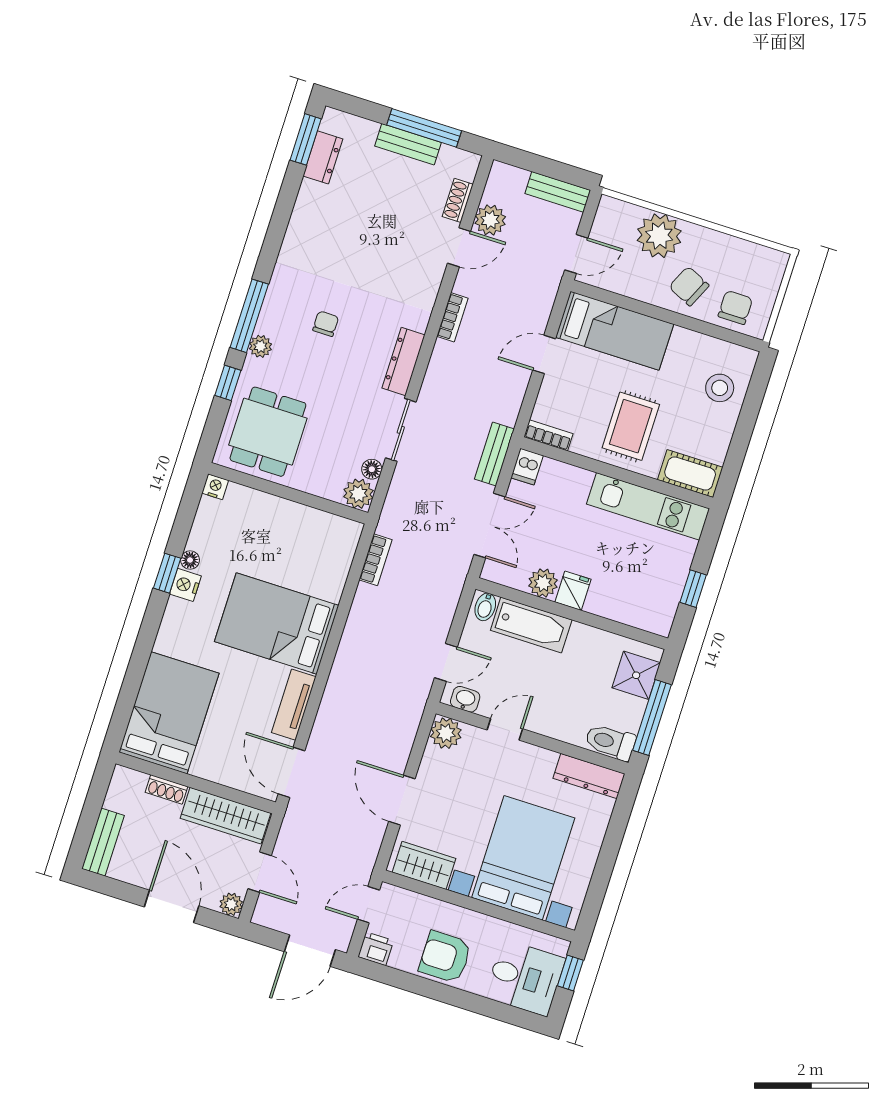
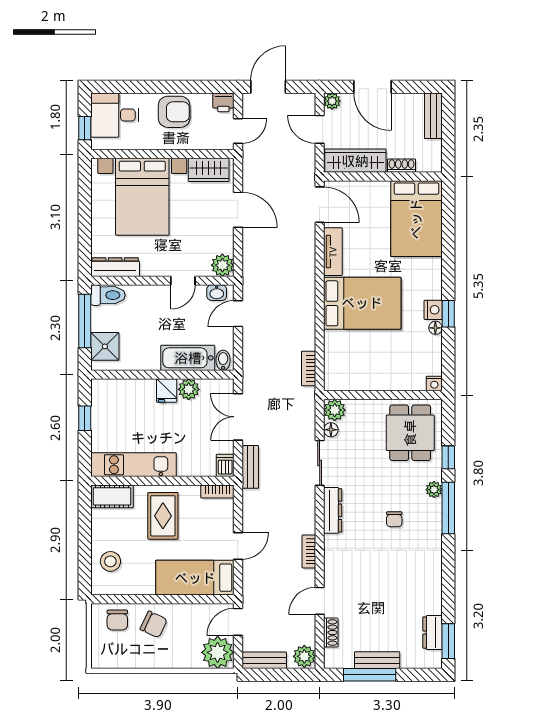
plant: (490, 220) -> (304, 656), moved
plant: (659, 236) -> (218, 652), moved

